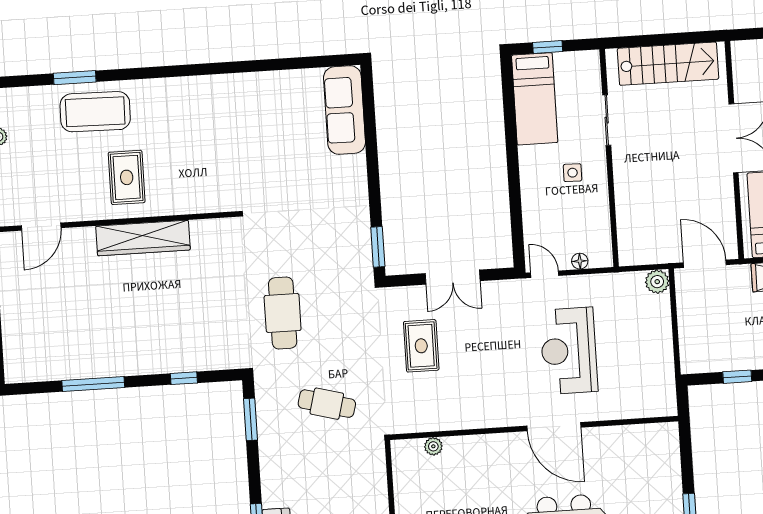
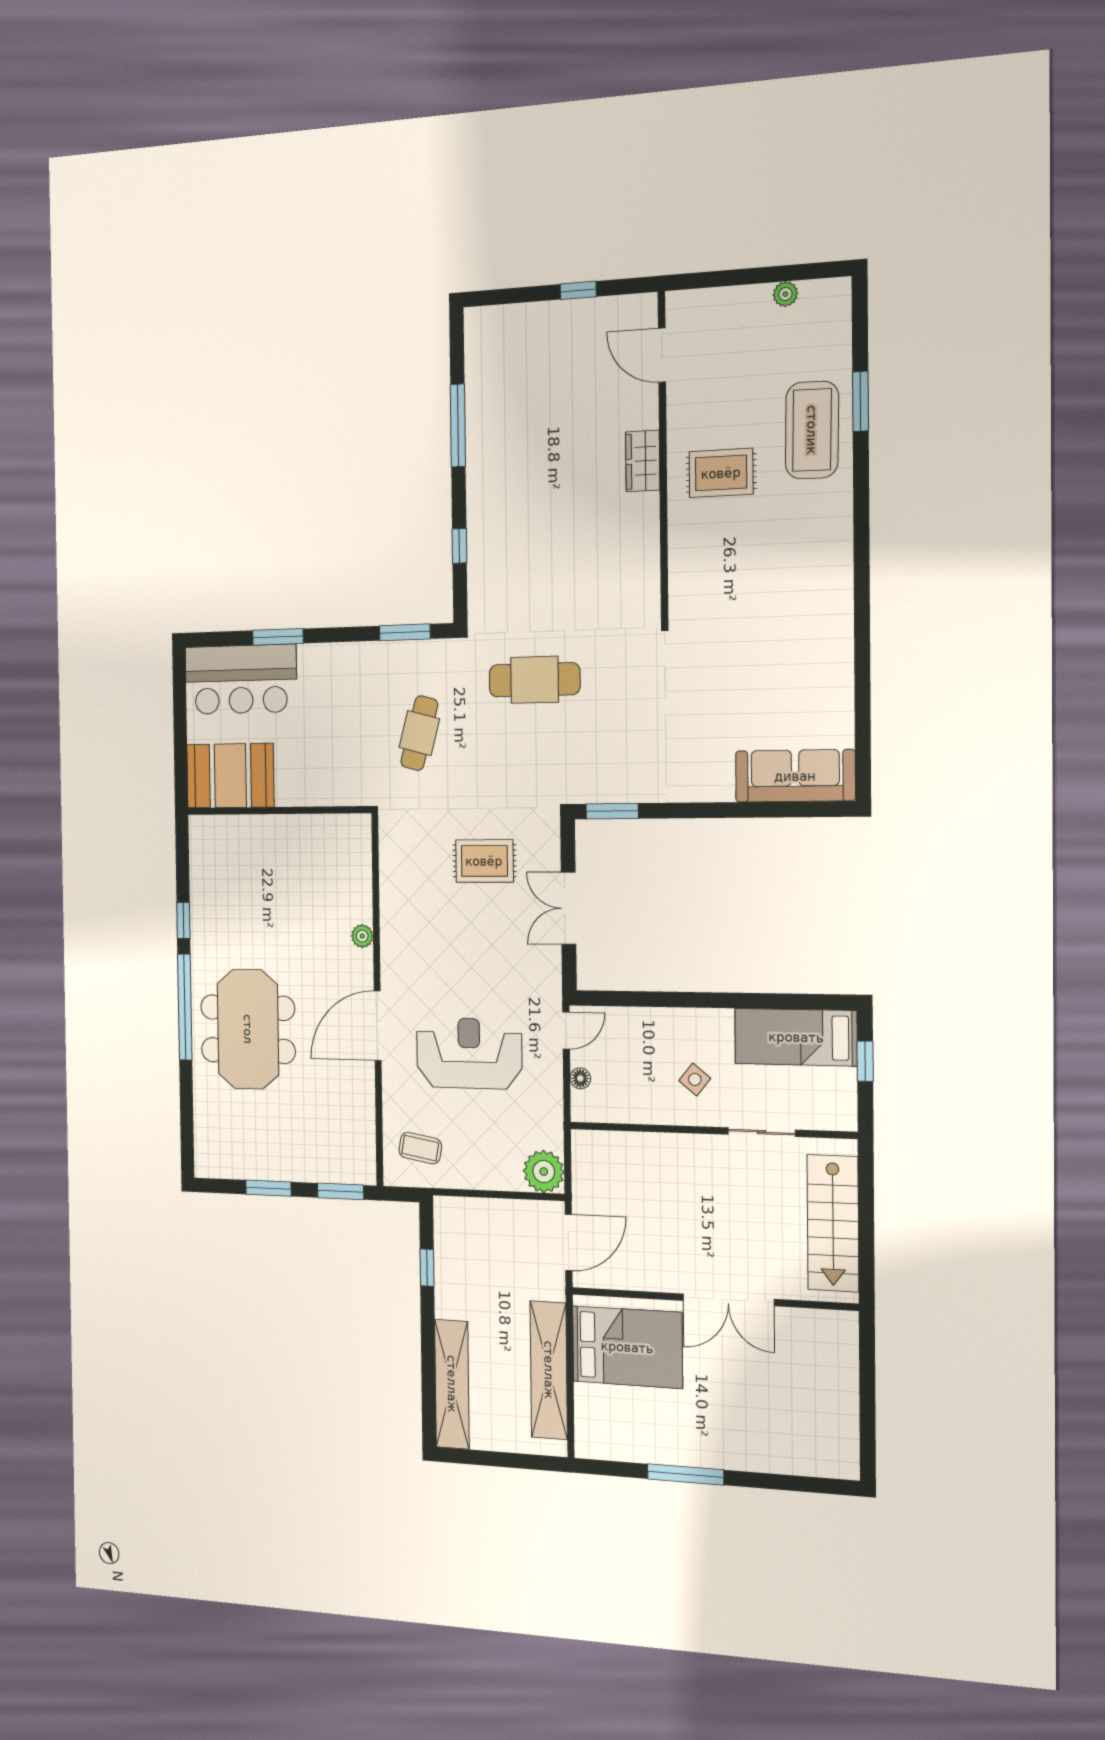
side table: (573, 173) -> (695, 1079), turned 38
wardrobe: (143, 238) -> (643, 461), width x0.48, depth x0.85
plant: (657, 282) -> (544, 1172), width x1.36, depth x1.36
coffee table: (645, 387) -> (420, 1148), added
plant: (433, 446) -> (362, 936), moved
window: (686, 451) -> (340, 1191), added

